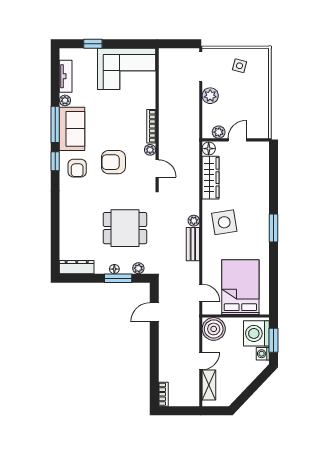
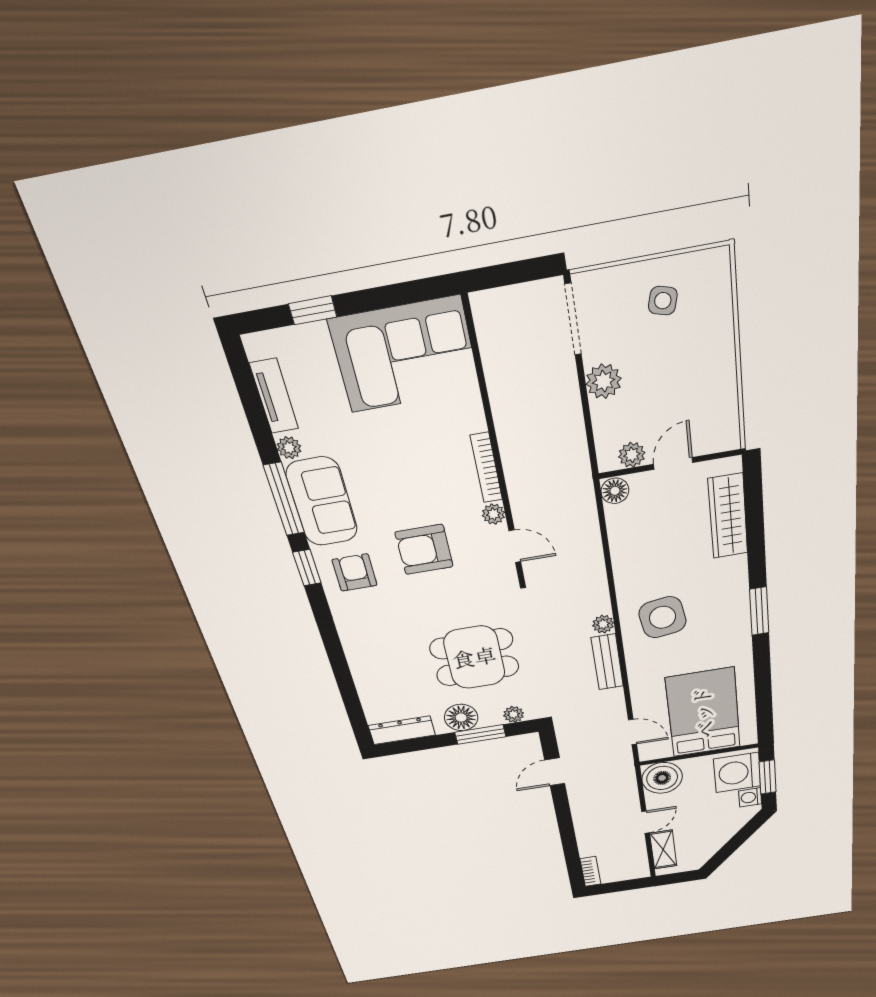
armchair: (77, 168) -> (355, 572), turned 180
wardrobe: (210, 178) -> (728, 516), moved, turned 180
floor lamp: (114, 269) -> (461, 718), width x1.89, depth x1.89

